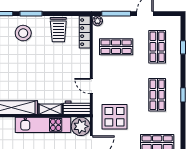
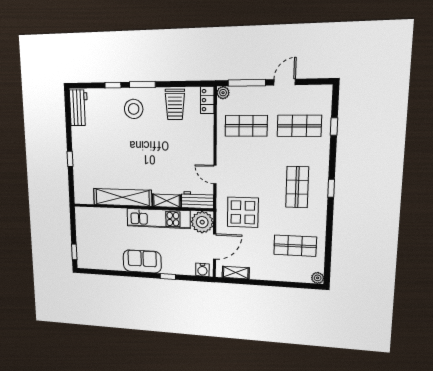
locker: (85, 32) -> (207, 100), width x0.66
shop shelf: (157, 47) -> (299, 126), turned 90

